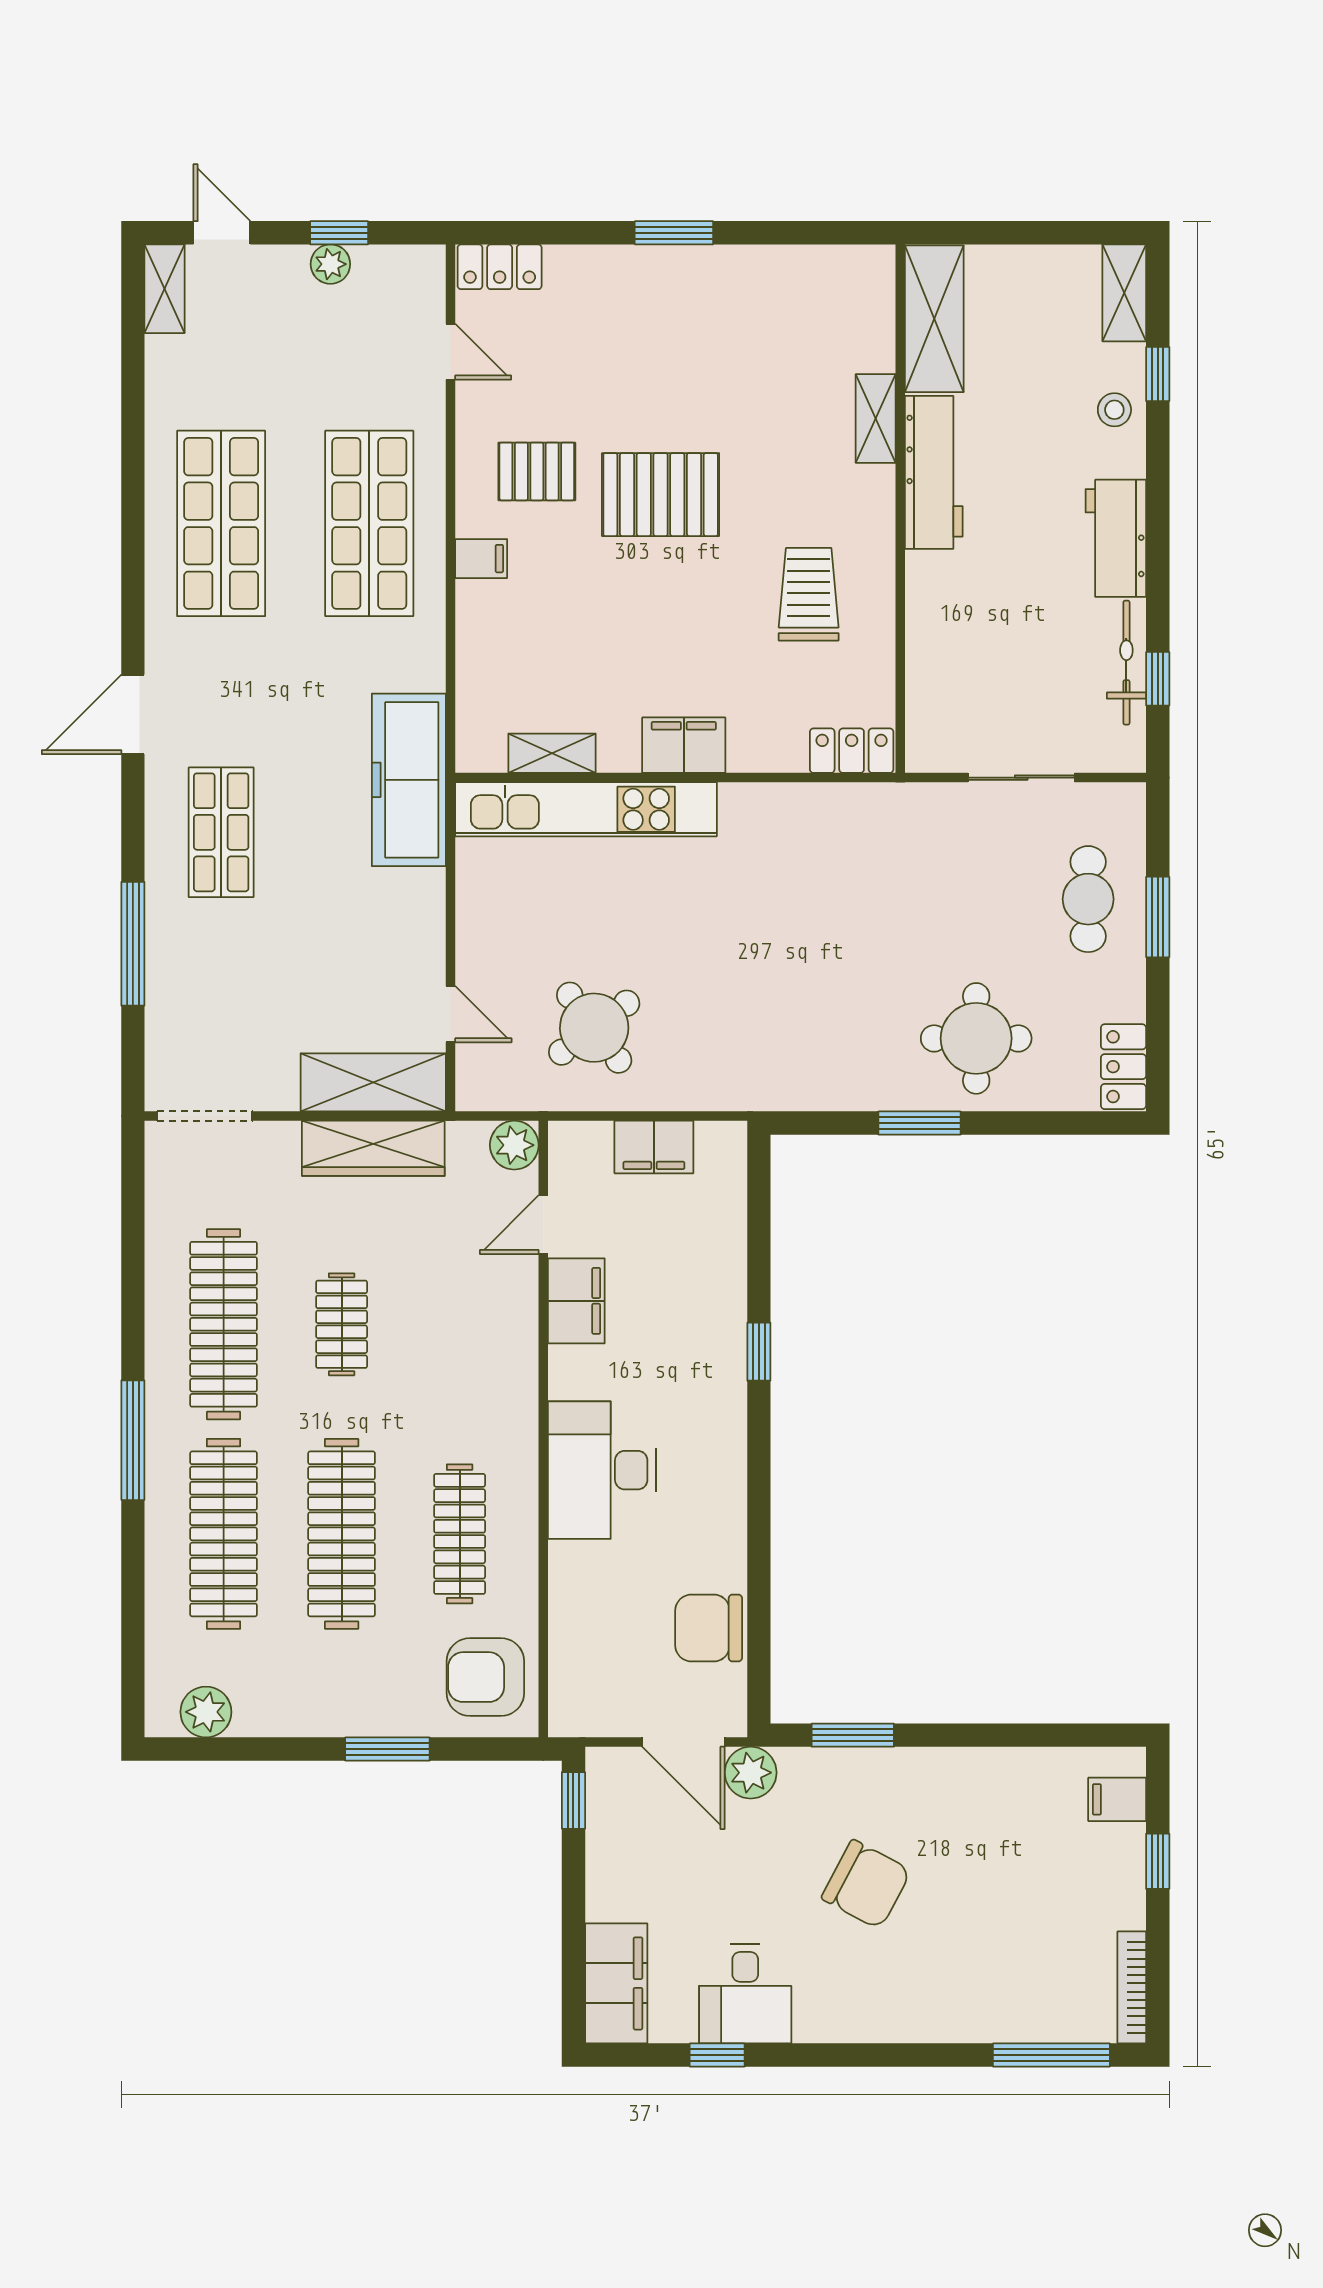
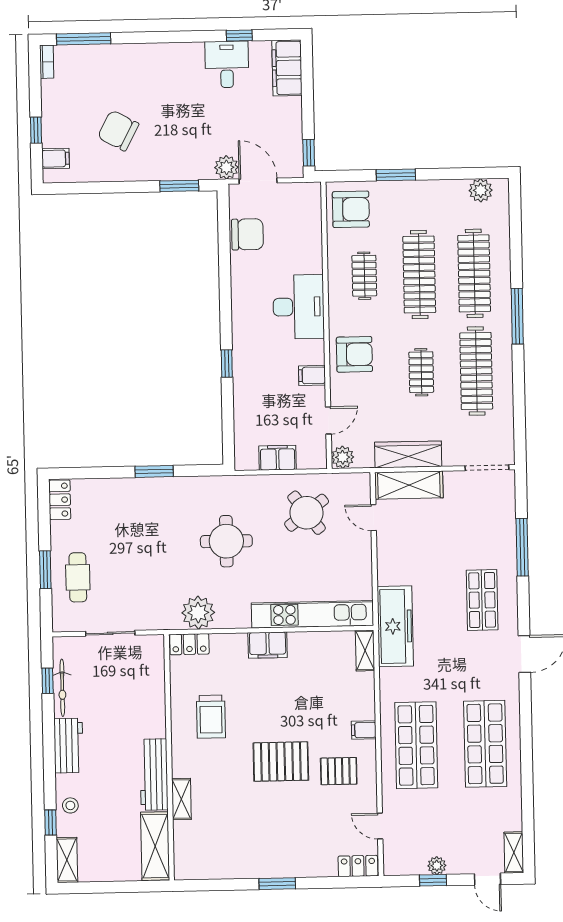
shelving: (552, 753) -> (365, 650), moved, turned 90
plant: (831, 818) -> (198, 613), added
round table: (976, 1038) -> (226, 541), moved
filing cabinet: (576, 1301) -> (312, 375), width x0.50
armchair: (484, 1366) -> (354, 354), added
clothes rail: (460, 1534) -> (364, 276), width x0.73
chair: (866, 1884) -> (118, 131), moved
bookcase: (1132, 1987) -> (47, 62), width x0.64

